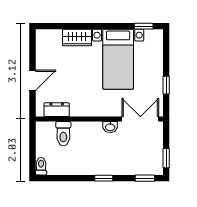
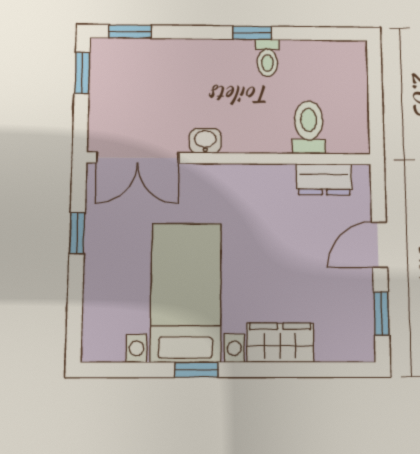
window: (144, 26) -> (197, 370), moved
window: (33, 50) -> (381, 314), added
toilet: (41, 166) -> (267, 58), moved
window: (104, 178) -> (252, 33), moved

